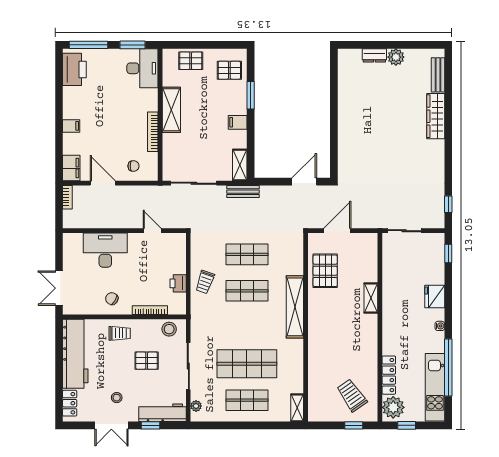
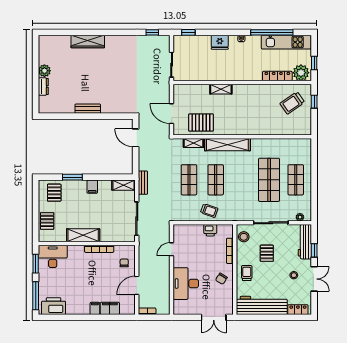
bench: (438, 75) -> (88, 109), moved
filing cabinet: (71, 168) -> (110, 308), moved
shelving: (297, 408) -> (194, 143), moved

